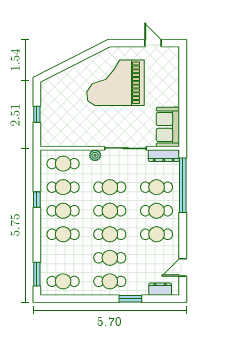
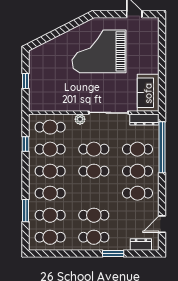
window: (37, 200) -> (26, 144), moved
cafe table: (110, 234) -> (50, 215), moved
window: (37, 274) -> (26, 211), moved

